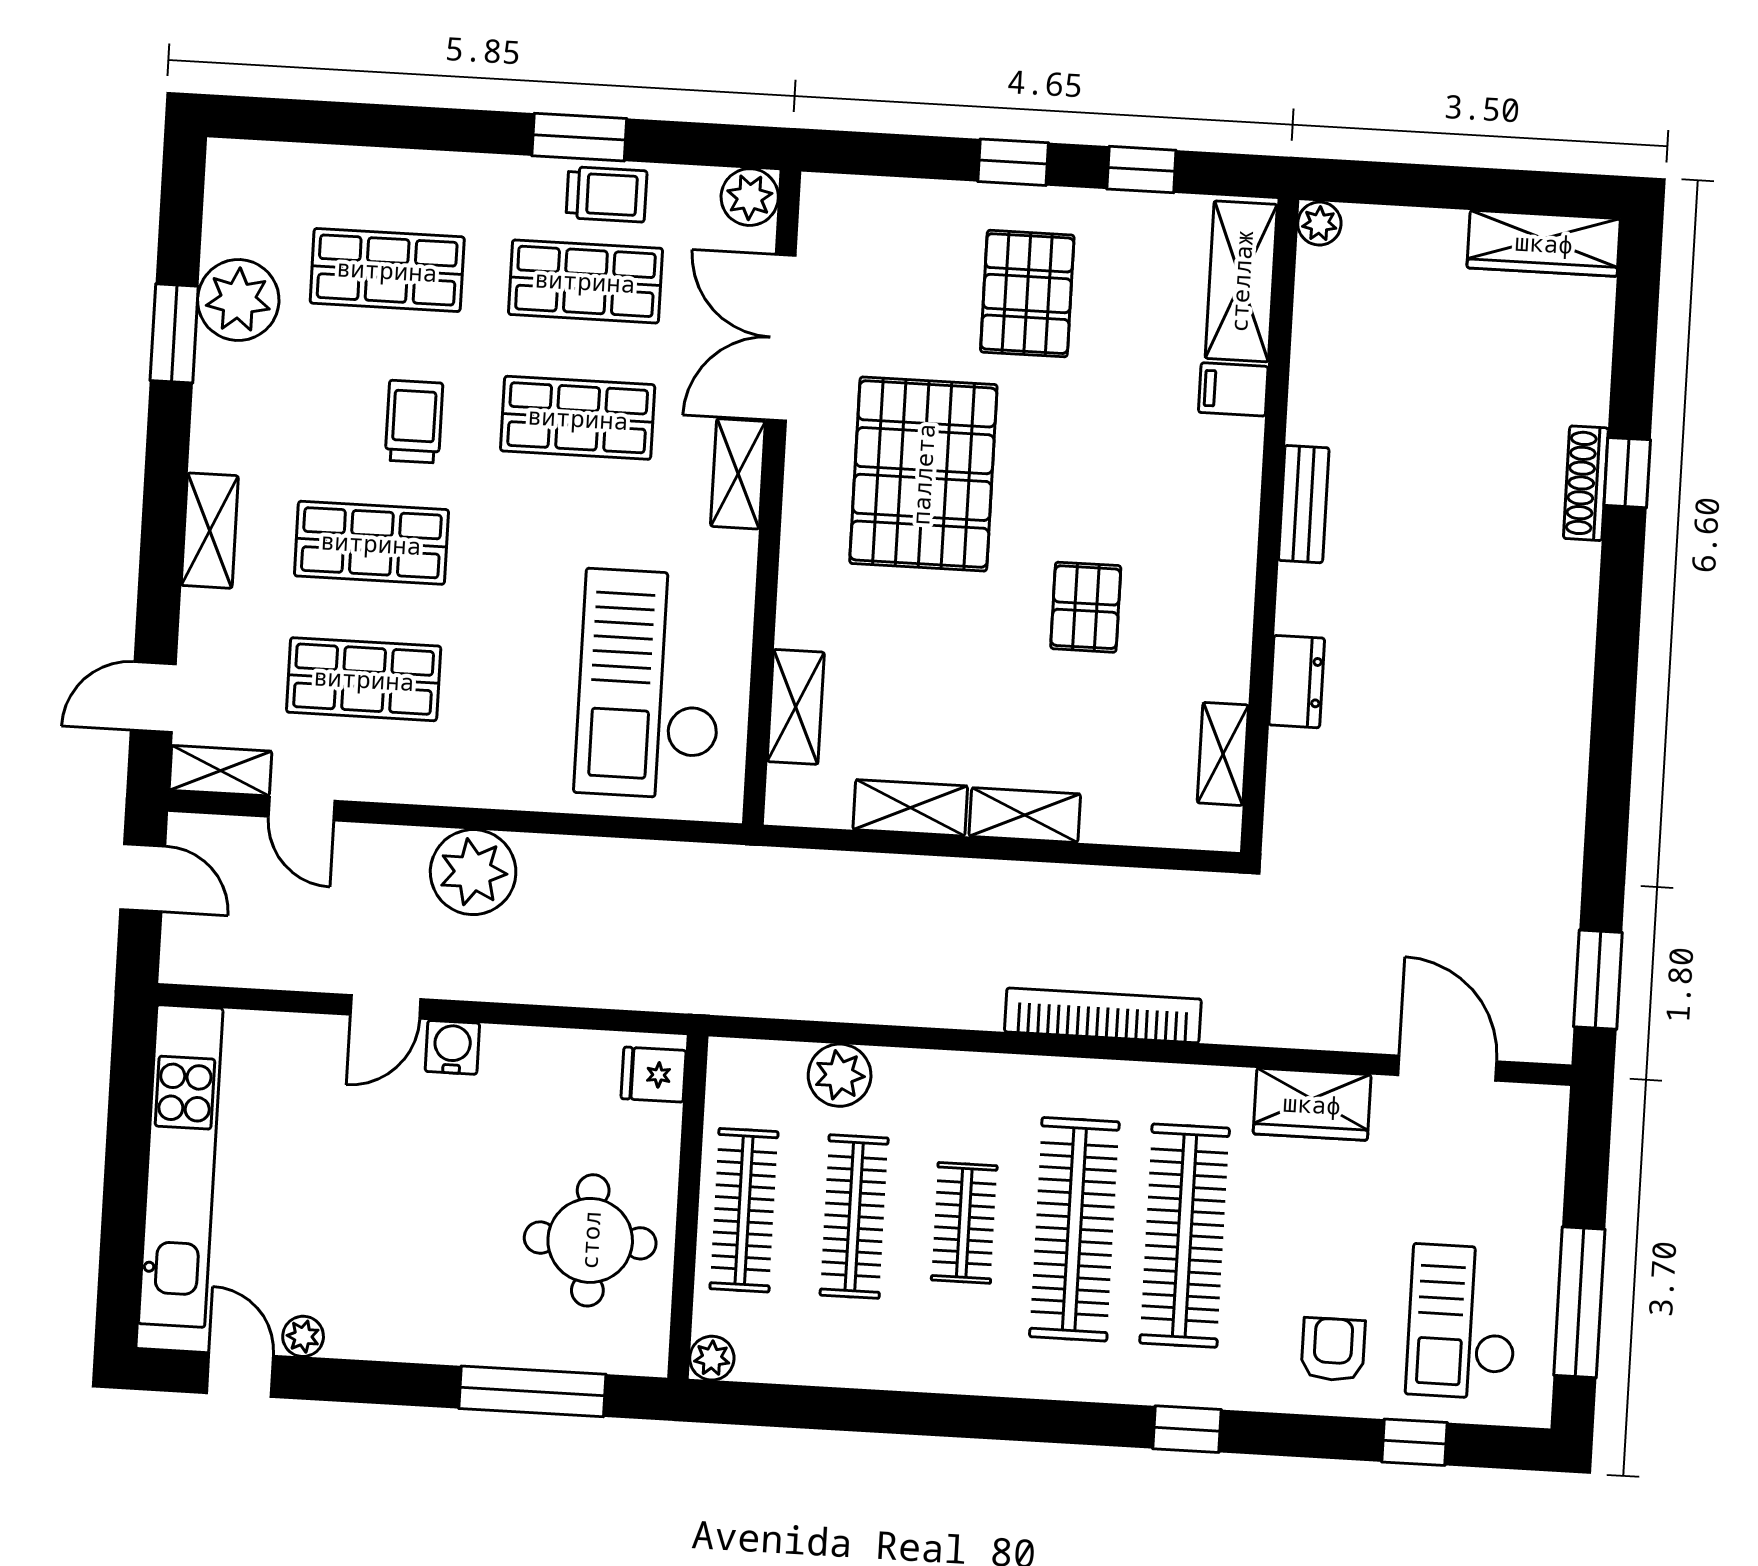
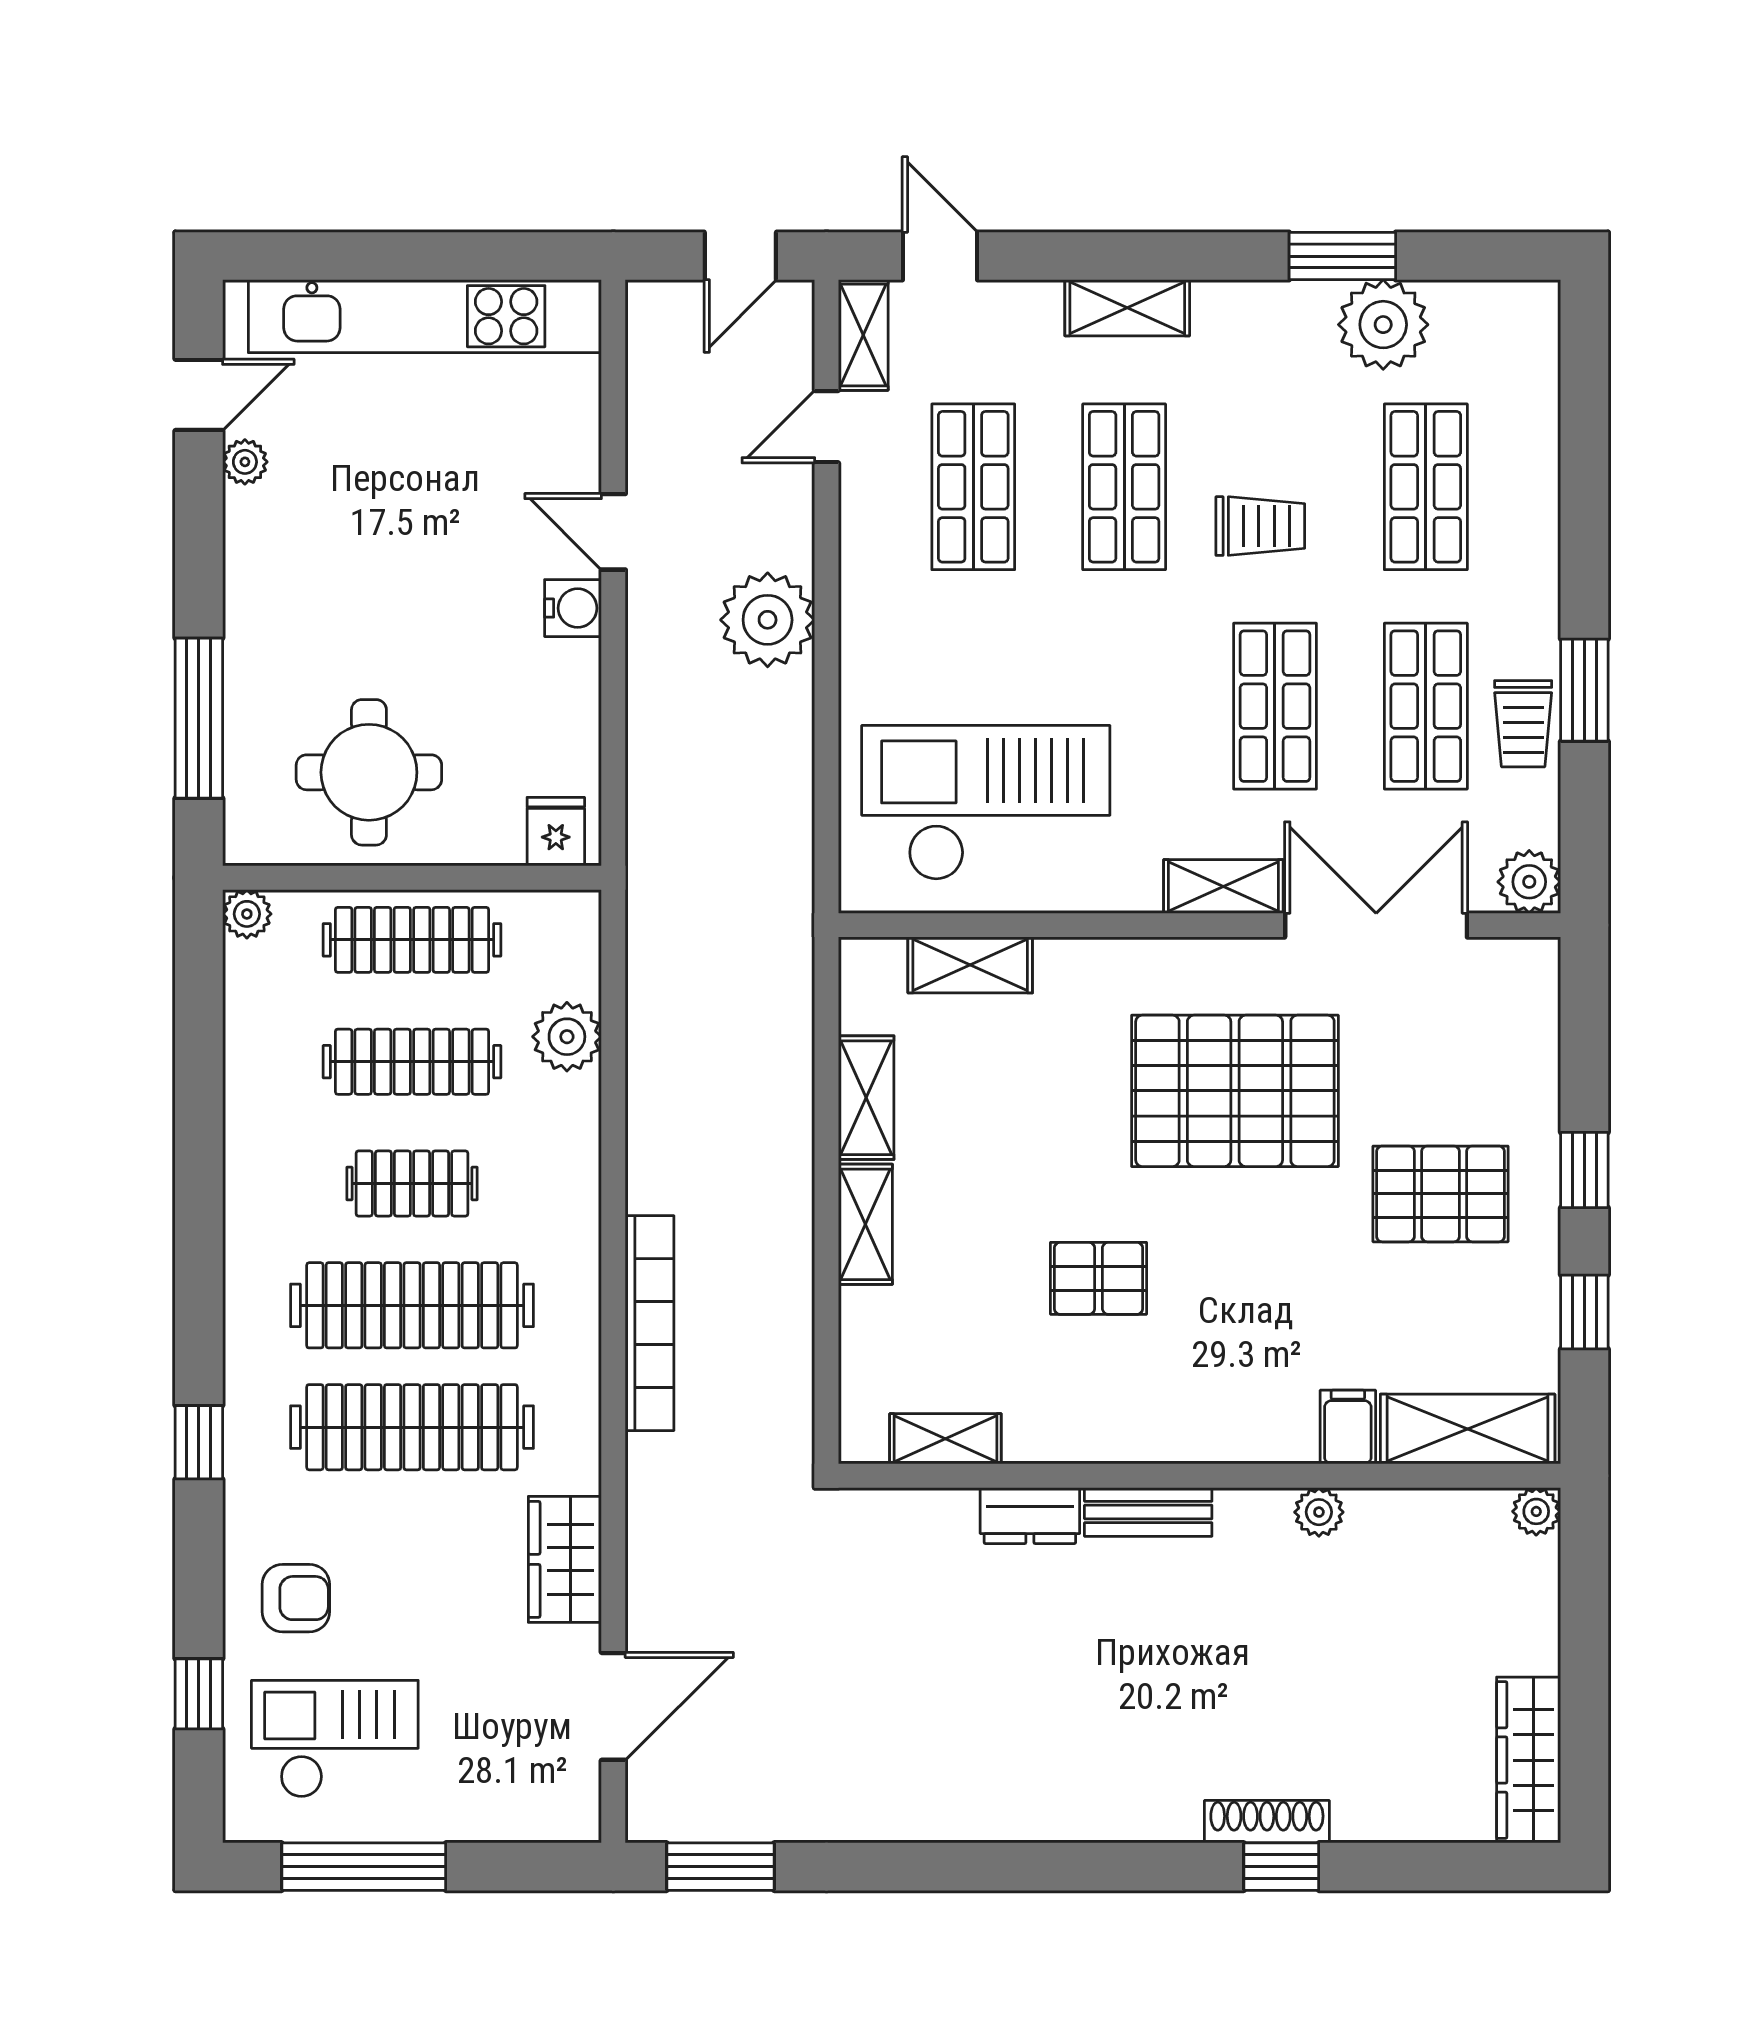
plant: (1309, 420) -> (1319, 1512), added
bench: (1304, 504) -> (1148, 1512), moved

